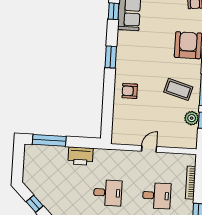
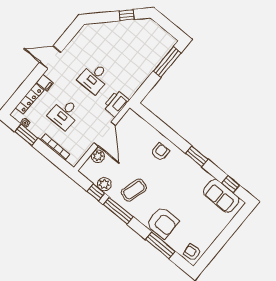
plant: (172, 141) -> (98, 156), added
door: (149, 149) -> (105, 134), width x1.88
printer: (80, 156) -> (116, 103), moved

